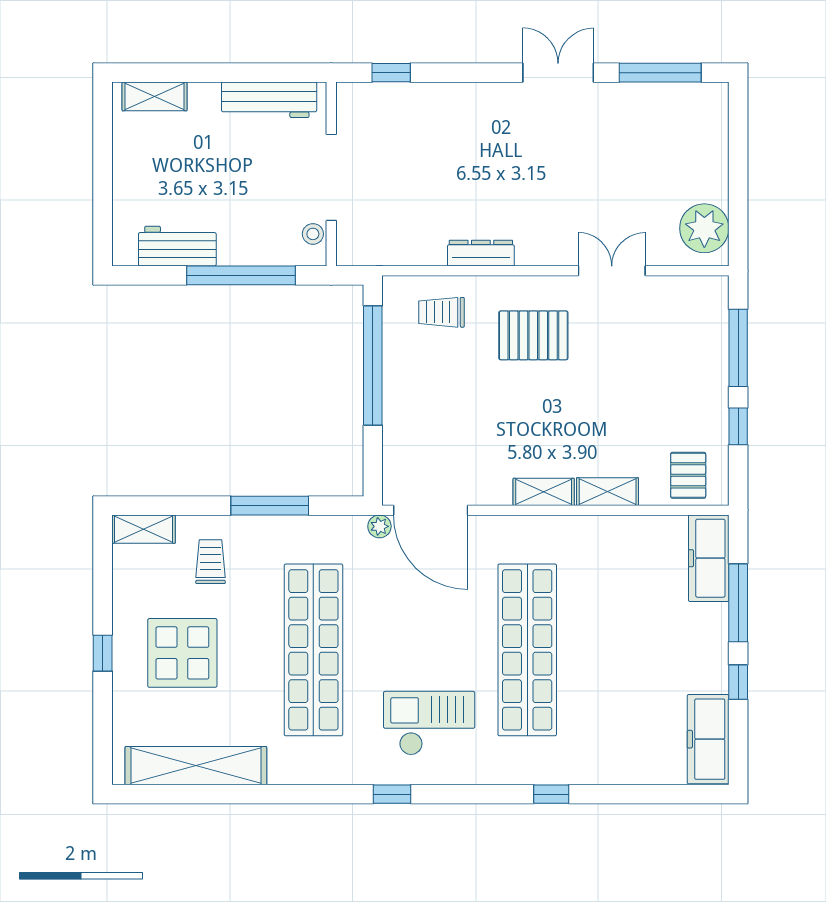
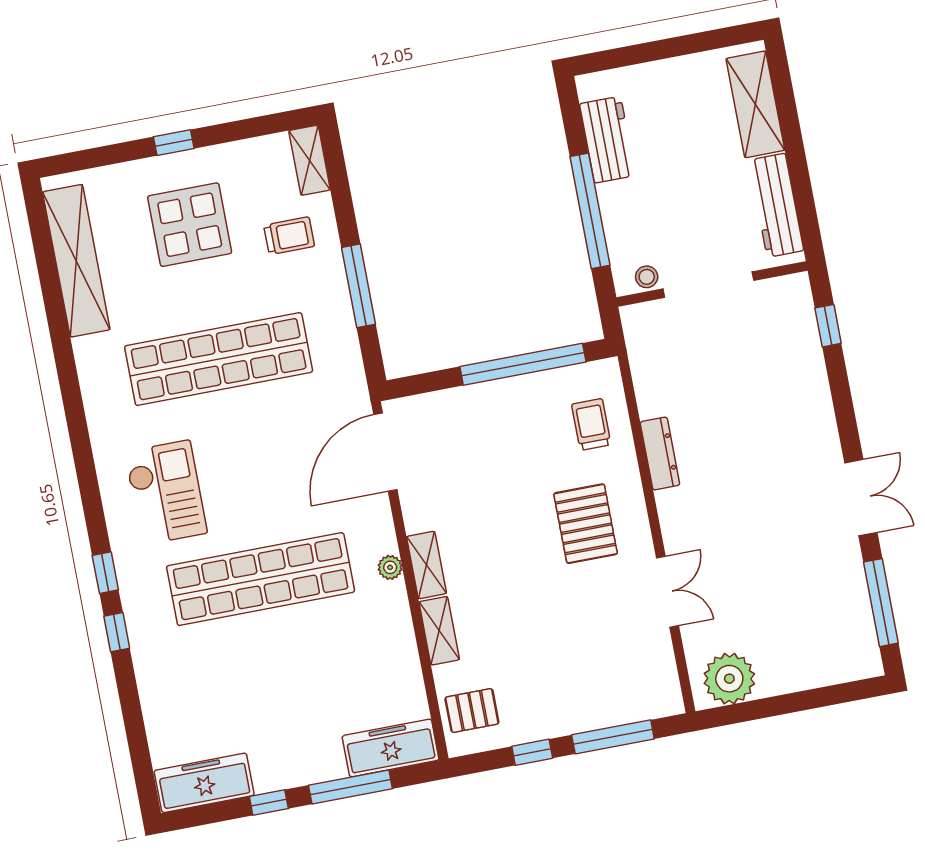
shelving: (155, 96) -> (755, 104), width x1.50, depth x1.33
plant: (379, 526) -> (390, 567), moved
window: (392, 794) -> (105, 573), moved

